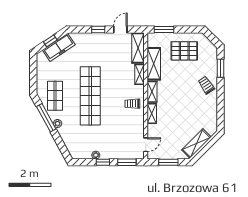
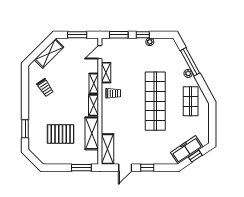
pallet: (184, 51) -> (61, 134), moved
shelving: (139, 74) -> (106, 73), moved
trolley: (206, 85) -> (45, 88), moved
window: (46, 118) -> (190, 62), moved

